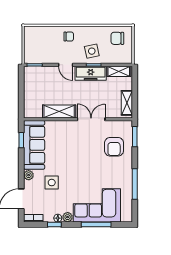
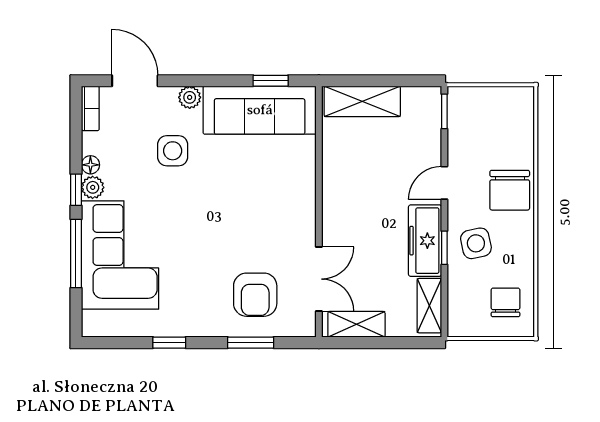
chair: (69, 37) -> (510, 190), width x1.87, depth x1.87
shelving: (59, 111) -> (362, 101), moved, turned 90
double door: (91, 119) -> (319, 279), moved
window: (135, 137) -> (251, 343), moved
armchair: (114, 147) -> (255, 295), turned -90
window: (135, 184) -> (169, 343), width x0.46
window: (54, 224) -> (76, 190), moved

